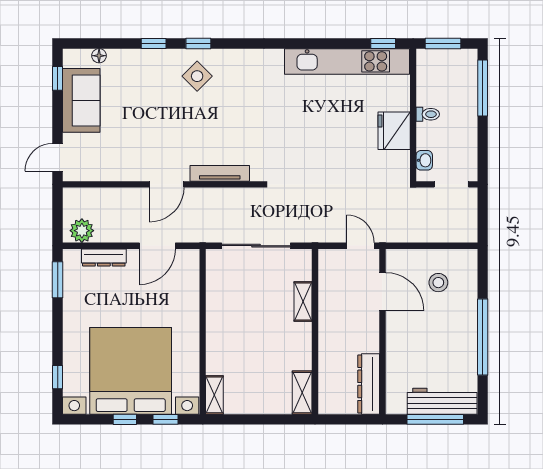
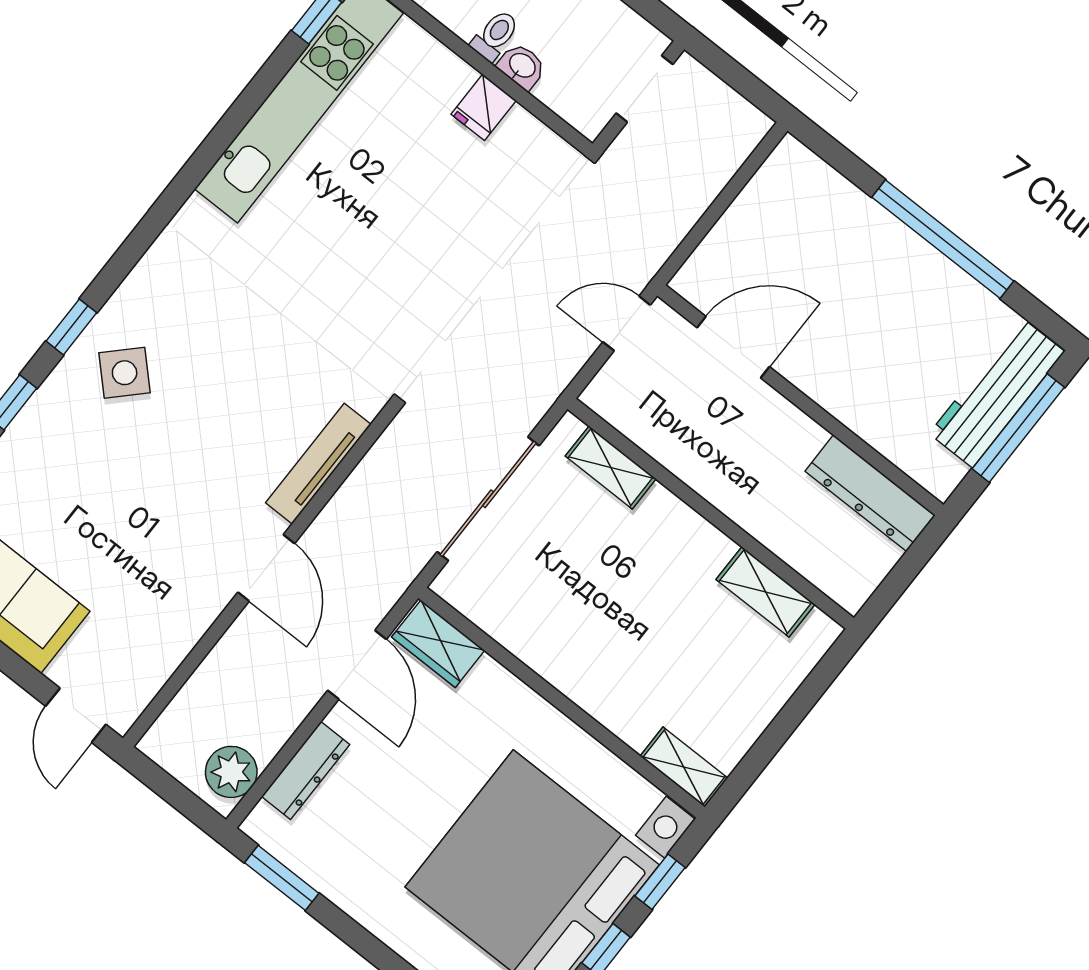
fridge: (394, 131) -> (484, 107), width x0.53, depth x0.75
washbasin: (424, 160) -> (522, 66), moved
wardrobe: (189, 269) -> (438, 644), added
stool: (438, 283) -> (792, 241), removed
shelving: (303, 302) -> (611, 467), moved
shelving: (302, 393) -> (765, 592), moved

